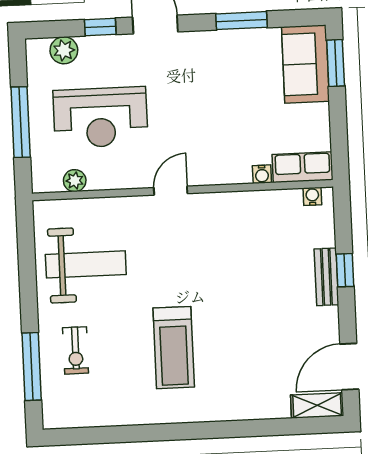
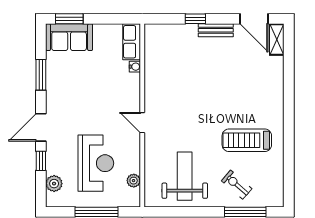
water cooler: (312, 196) -> (150, 37), removed
bench: (326, 277) -> (216, 30), moved
treadmill: (174, 348) -> (247, 140), moved, turned 180
exercise bike: (76, 350) -> (237, 185), turned -139

